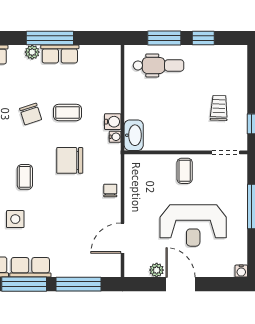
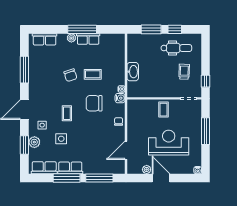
dental chair: (159, 65) -> (176, 48), moved
water cooler: (113, 122) -> (120, 98), moved
washbasin: (134, 135) -> (133, 72), moved
reception desk: (193, 225) -> (169, 143), turned 180

